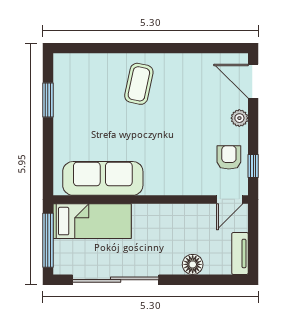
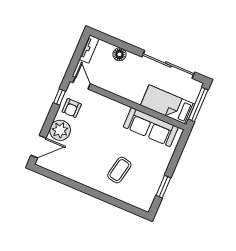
door: (253, 81) -> (38, 147), hinge flipped
coffee table: (139, 84) -> (119, 170), moved
plant: (239, 118) -> (60, 130), width x1.87, depth x1.87
door: (230, 199) -> (82, 83), hinge flipped

